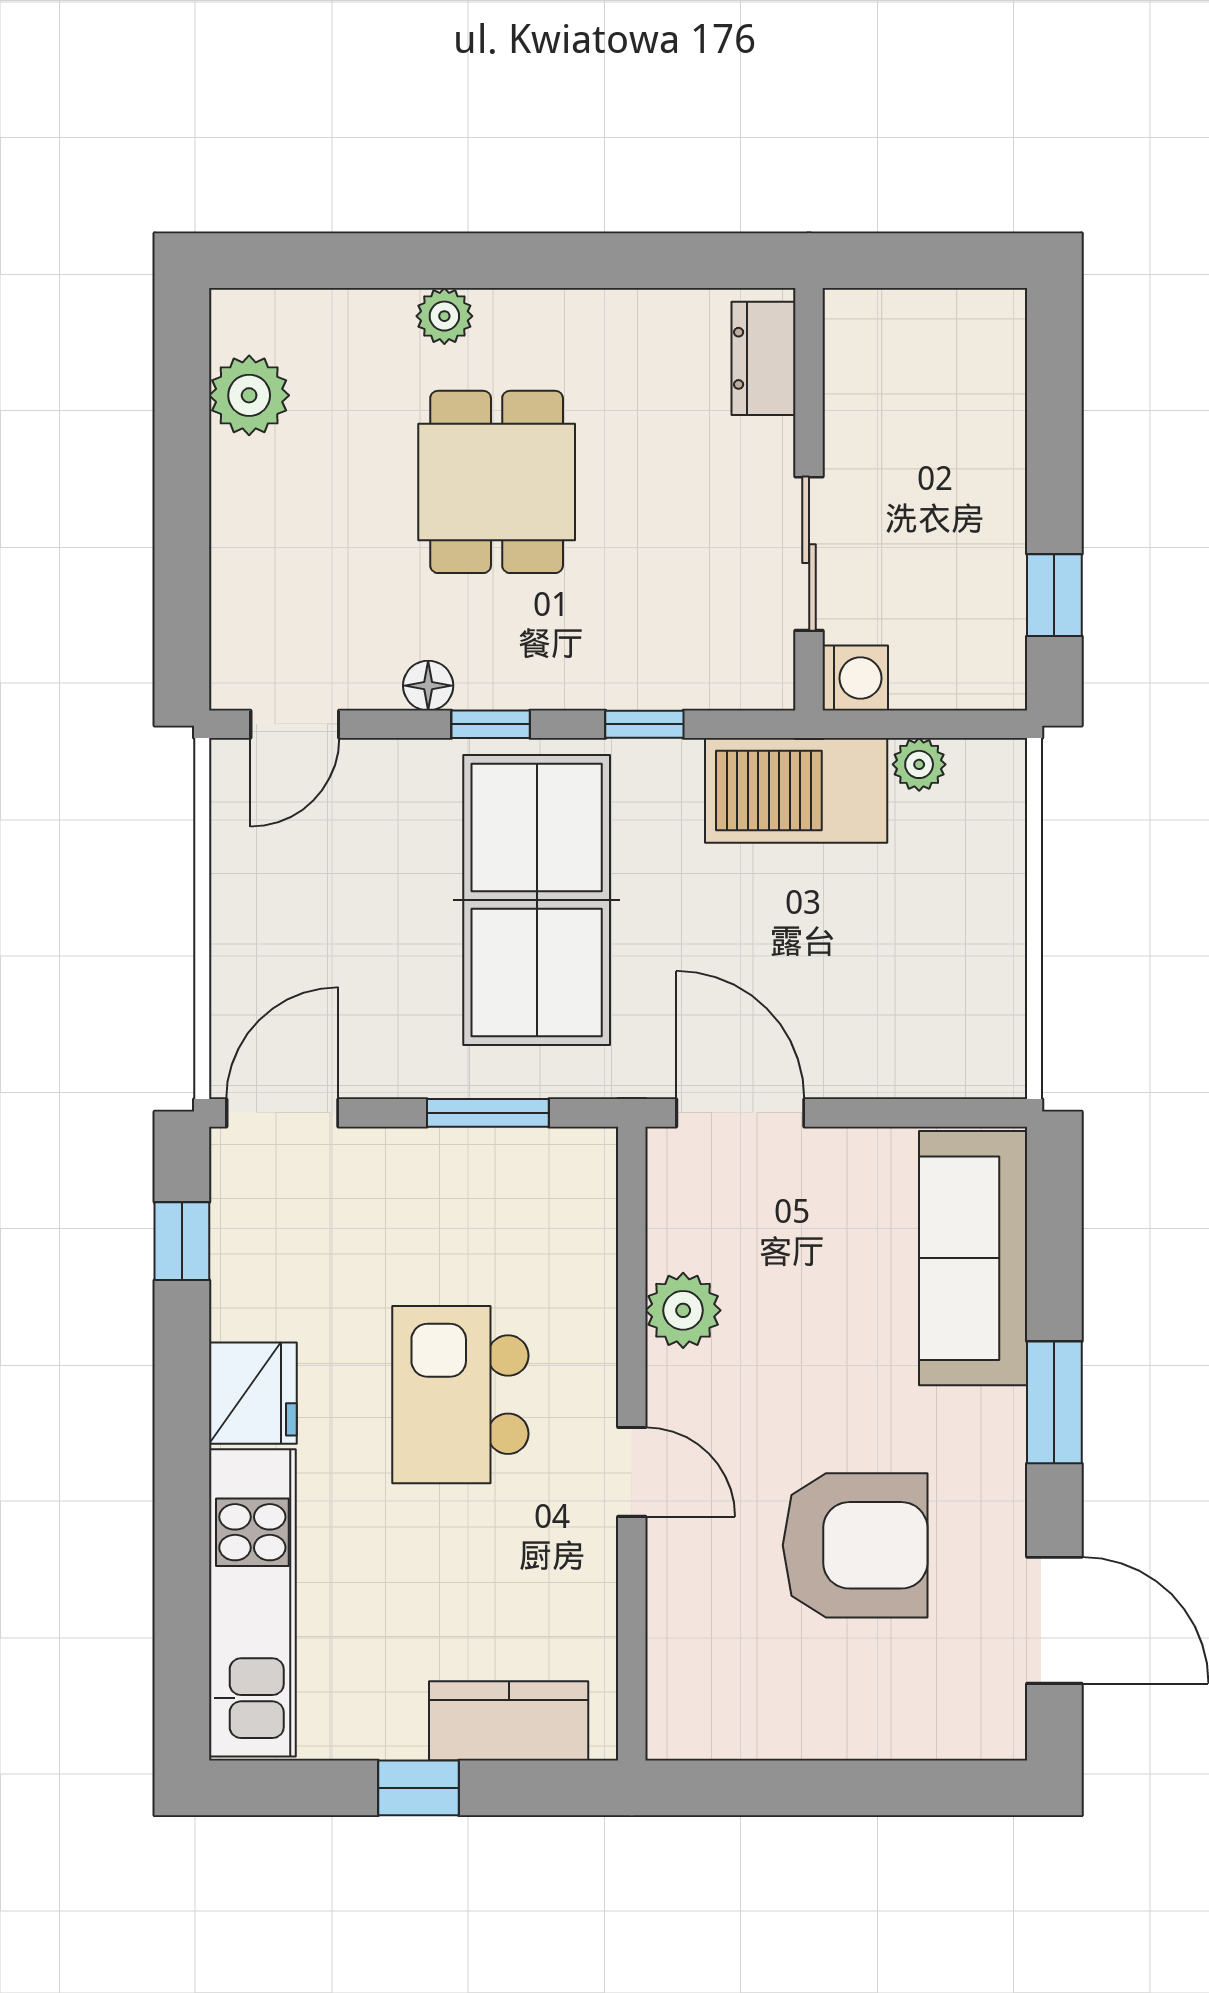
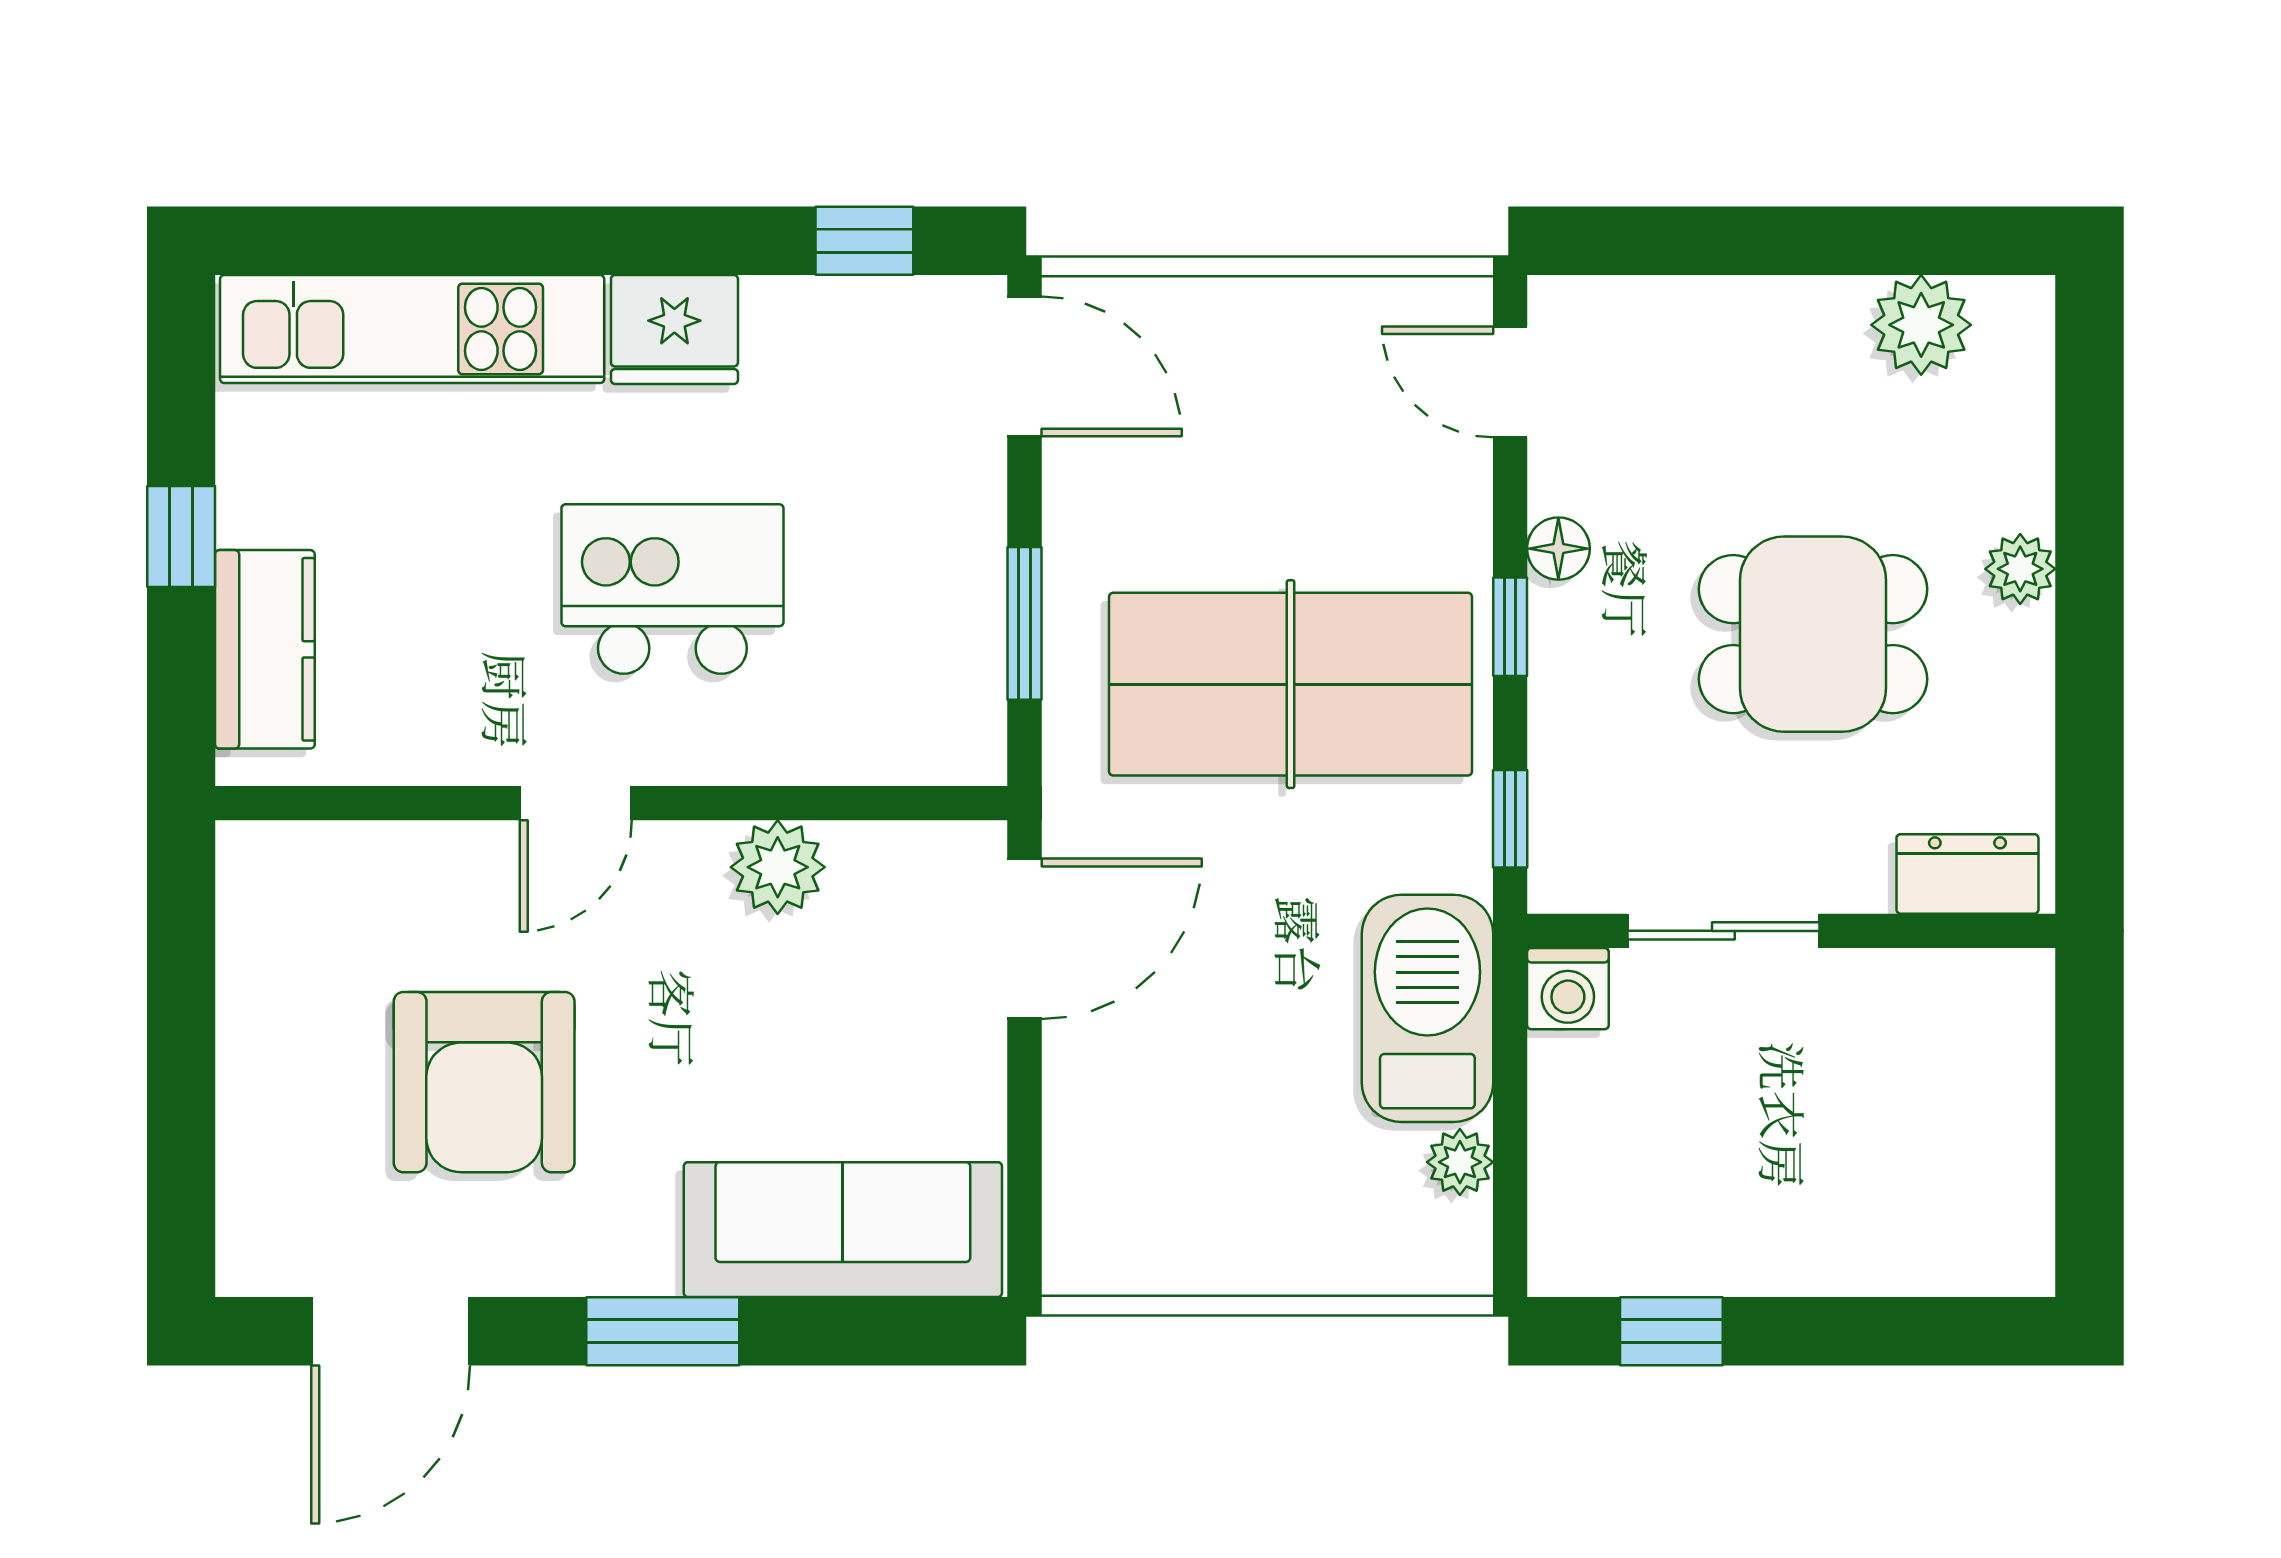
dresser: (763, 358) -> (1967, 874), moved
wall: (809, 499) -> (1791, 931), moved
sliding door: (809, 554) -> (1723, 931), moved
washing machine: (855, 678) -> (1568, 989), moved

